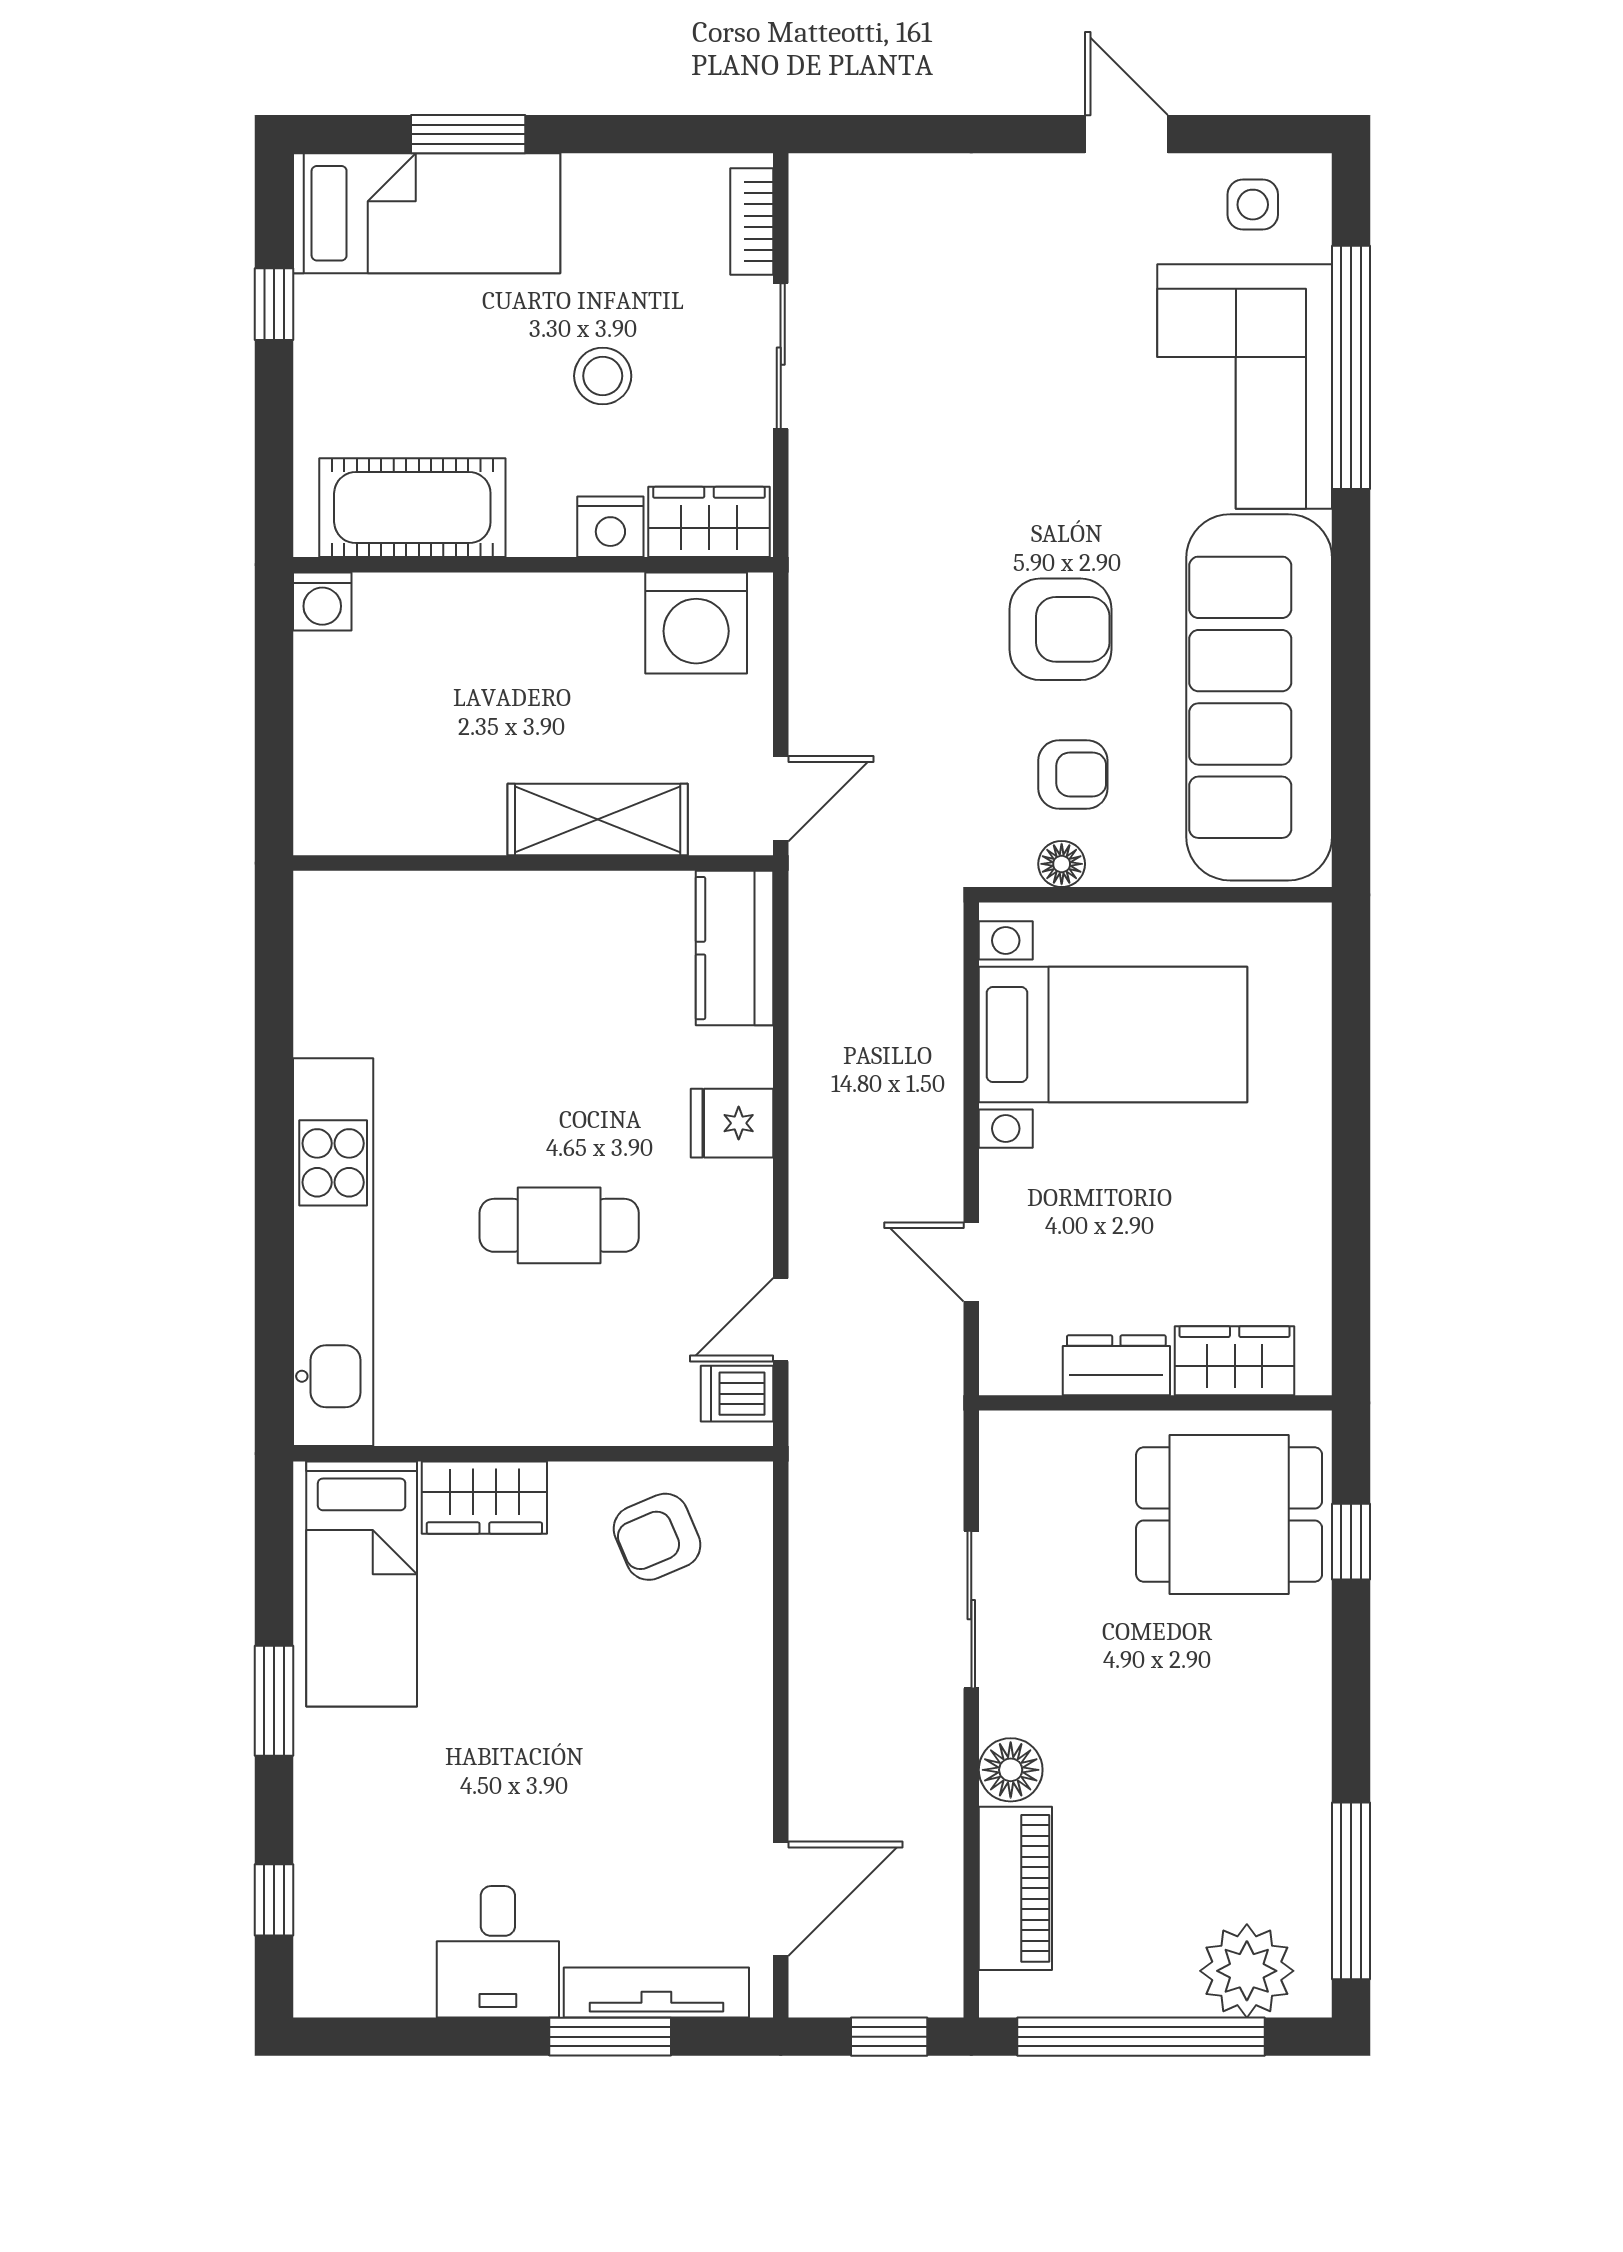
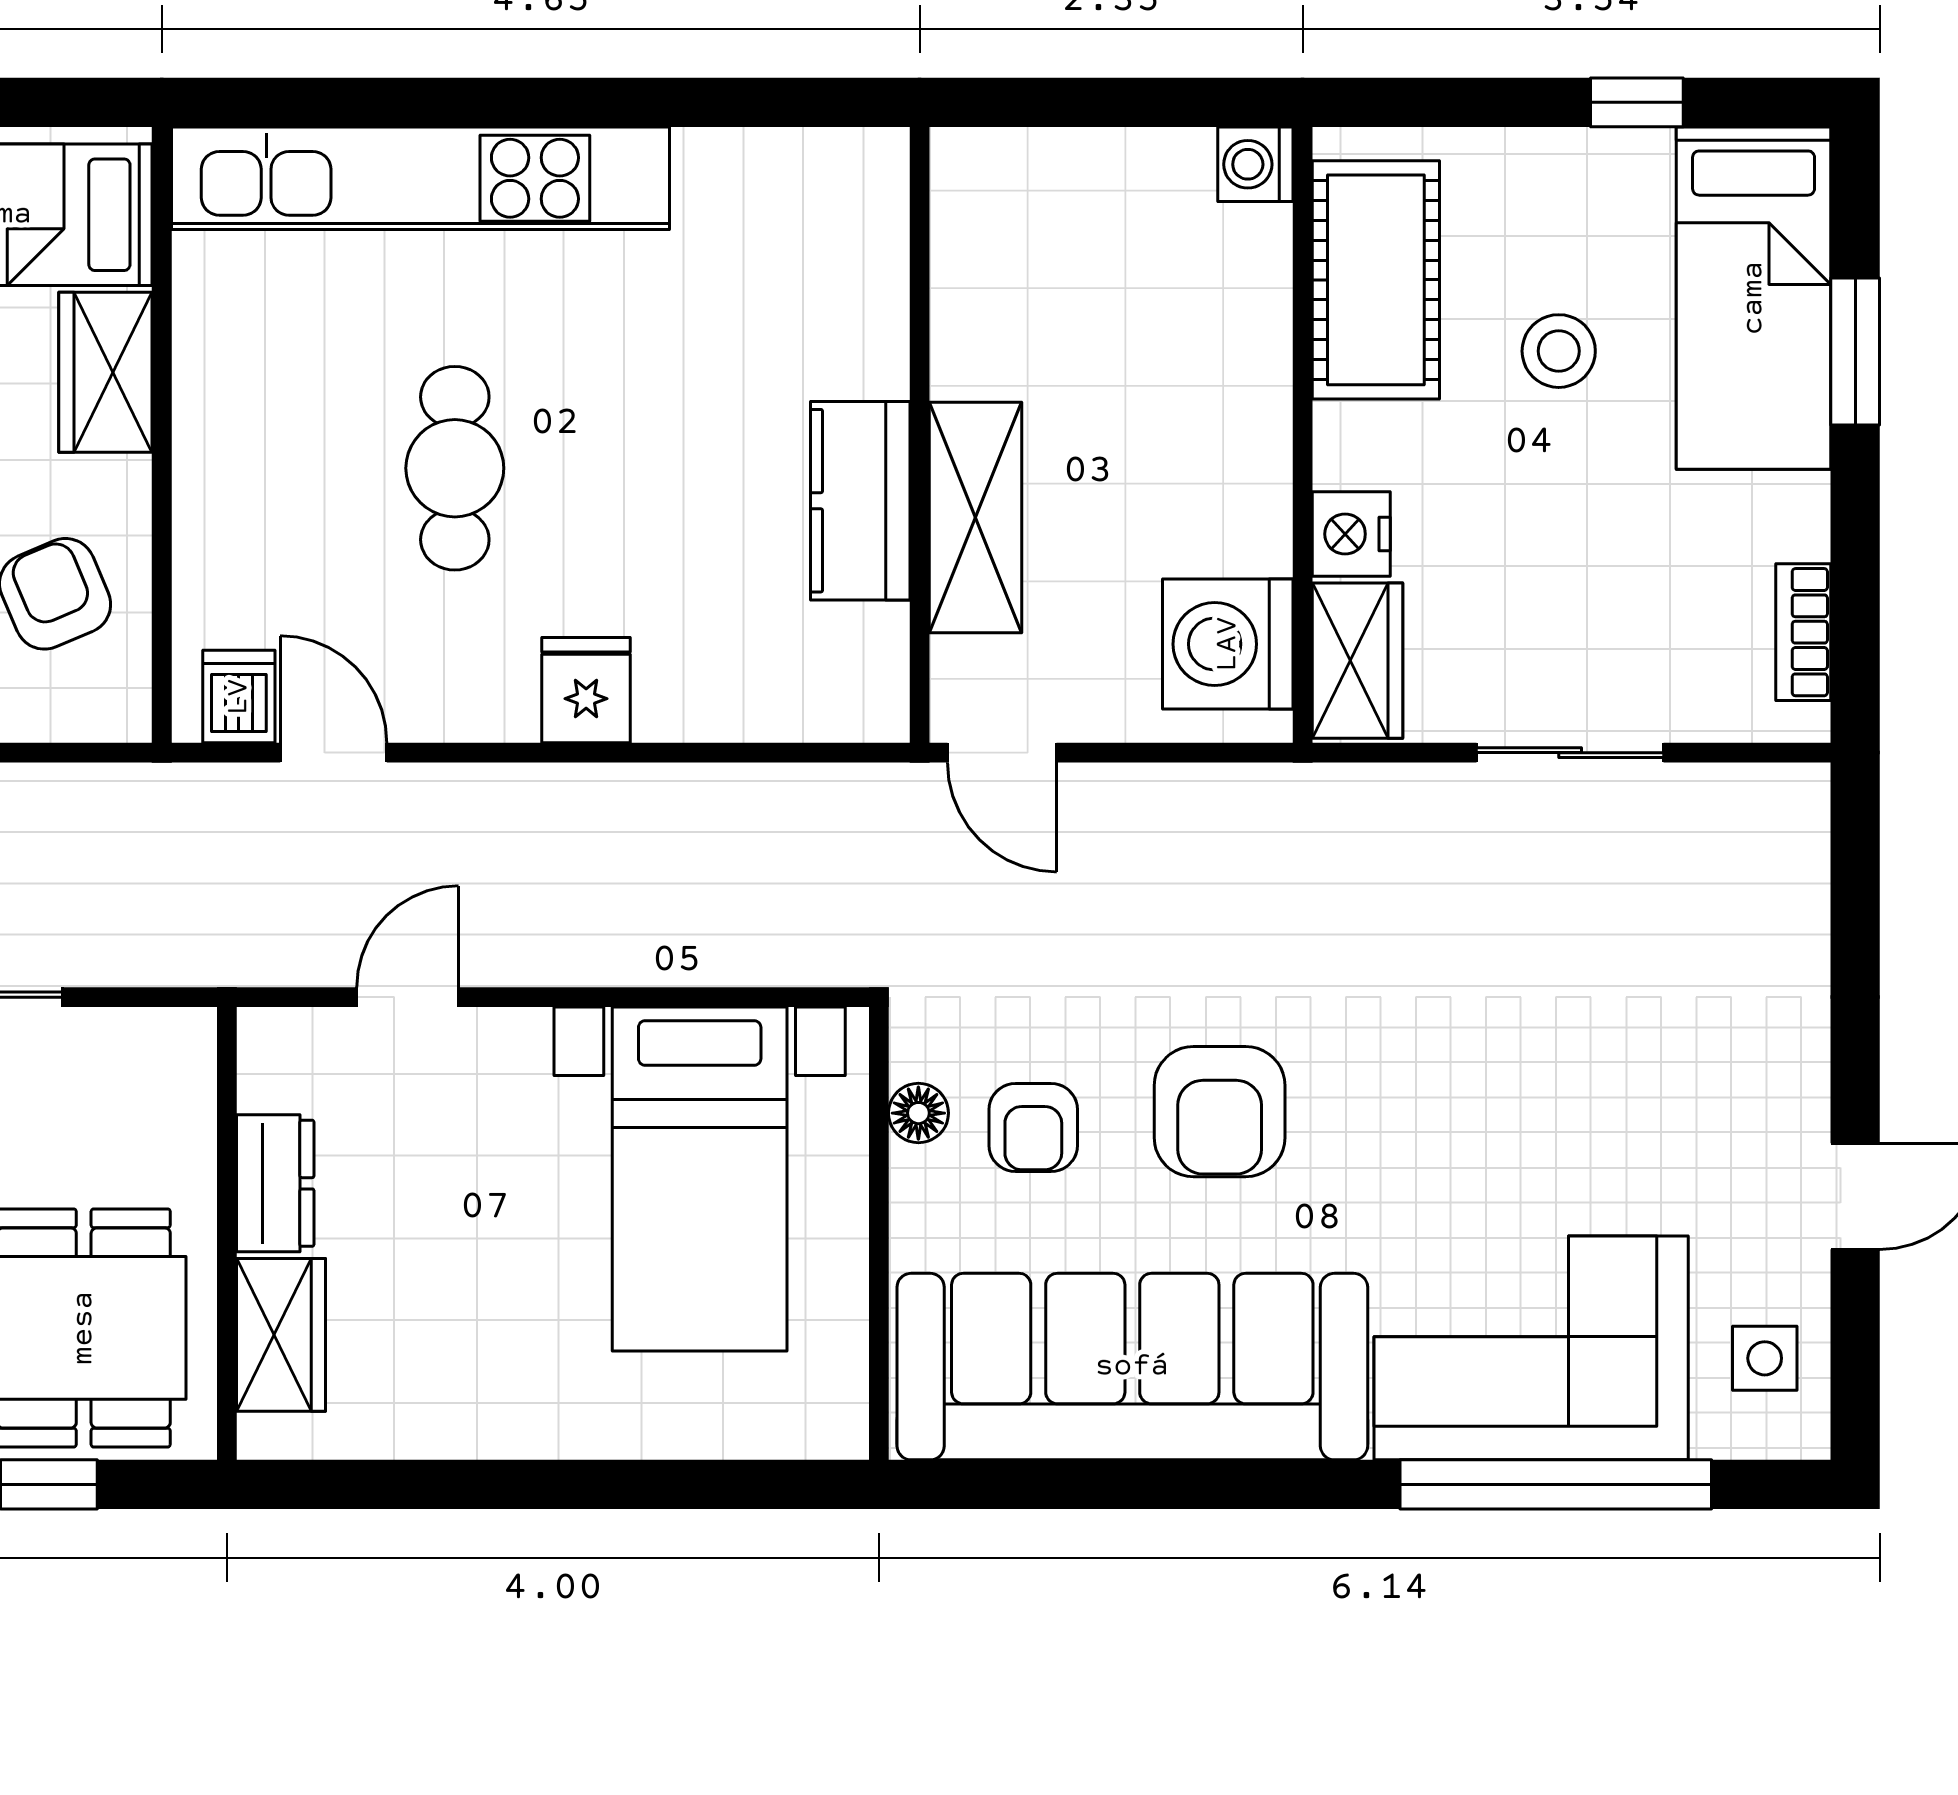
bookcase: (752, 221) -> (1803, 632), moved, turned -90
stool: (603, 376) -> (1559, 351), moved
kitchen counter: (734, 948) -> (860, 501), moved, turned -90

